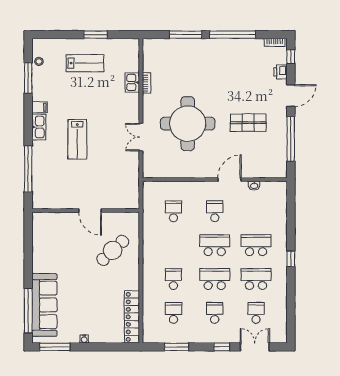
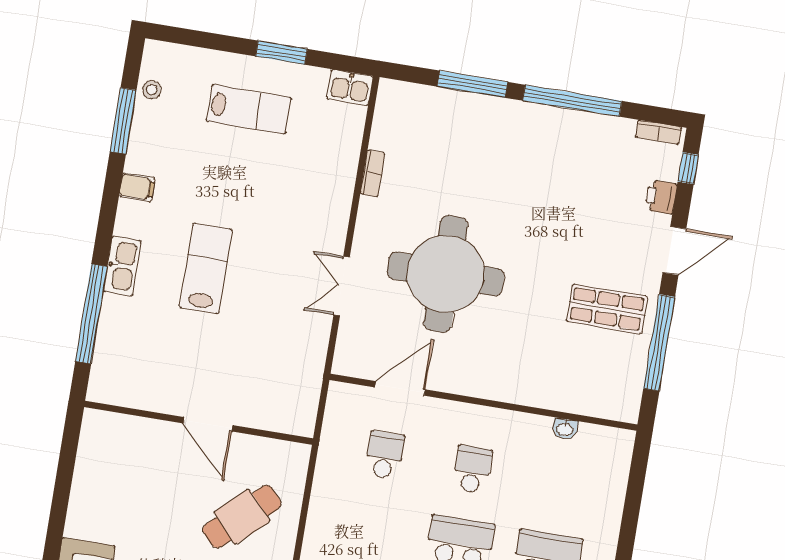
kitchen sink: (132, 83) -> (350, 88), moved, turned -90
shop shelf: (248, 123) -> (607, 309), moved
kitchen sink: (39, 127) -> (122, 266), moved
lab bench: (77, 139) -> (206, 268), turned 180
door: (229, 180) -> (400, 388), moved

